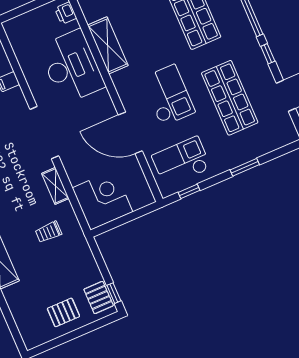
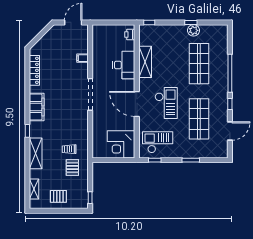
desk: (72, 67) -> (124, 65), width x0.73, depth x0.77
door: (130, 133) -> (137, 104), moved
shelving: (55, 186) -> (34, 189), moved
corner desk: (102, 200) -> (121, 144), moved, turned 180
pallet: (99, 297) -> (72, 168), moved

